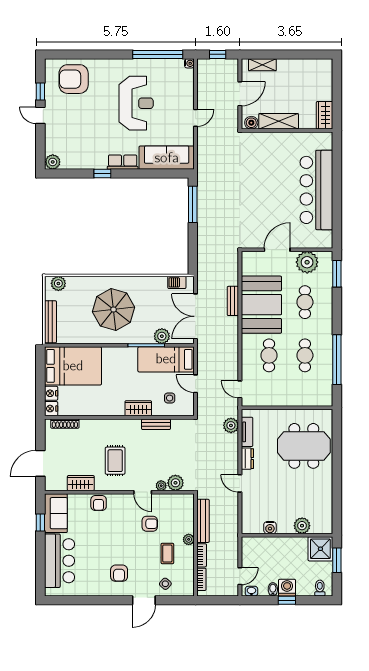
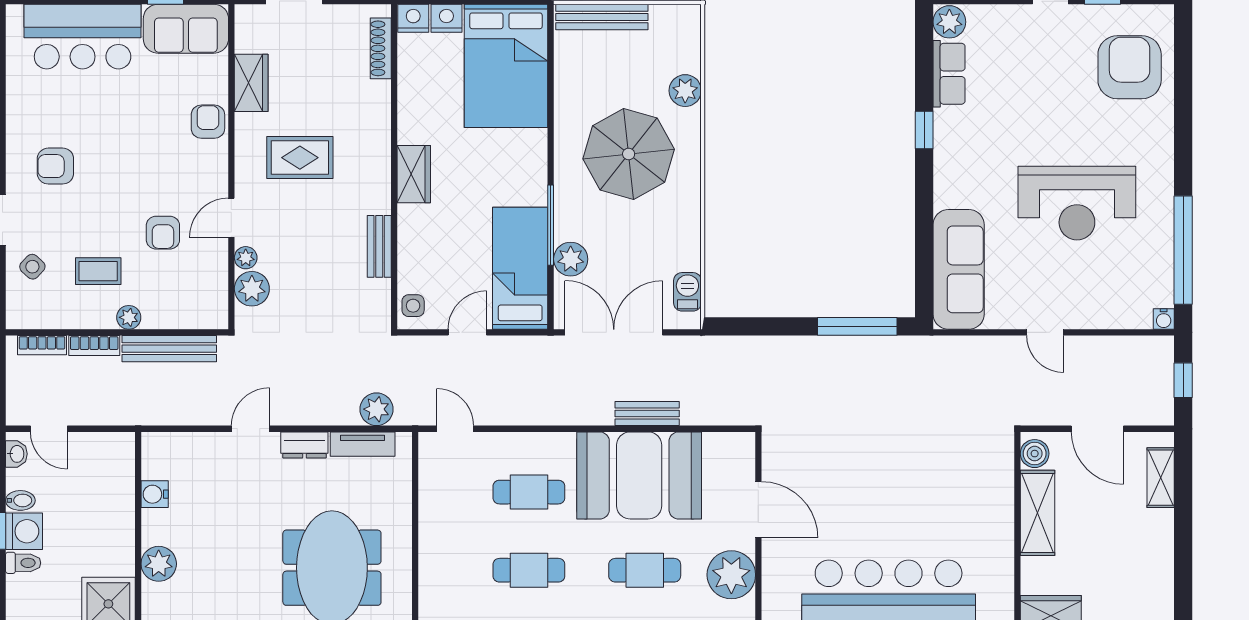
row of seats: (123, 162) -> (949, 74), moved
plant: (58, 283) -> (685, 91), moved
door: (240, 389) -> (455, 429), hinge flipped
side table: (170, 398) -> (413, 306), moved
wardrobe: (138, 408) -> (414, 174), moved
armchair: (99, 503) -> (208, 122), turned 90
toilet: (320, 588) -> (23, 563), moved

